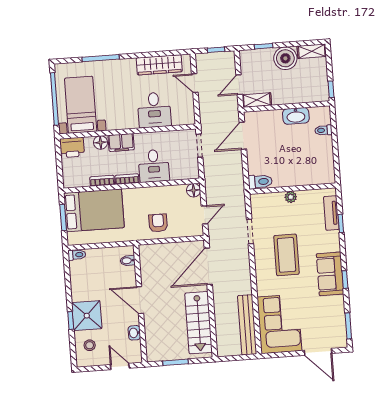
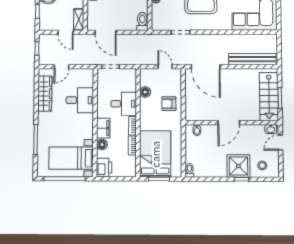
floor lamp: (194, 190) -> (145, 92), moved
stairs: (199, 323) -> (269, 97), moved, turned 90
bench: (247, 325) -> (252, 59), moved
washbasin: (134, 333) -> (271, 129), moved

